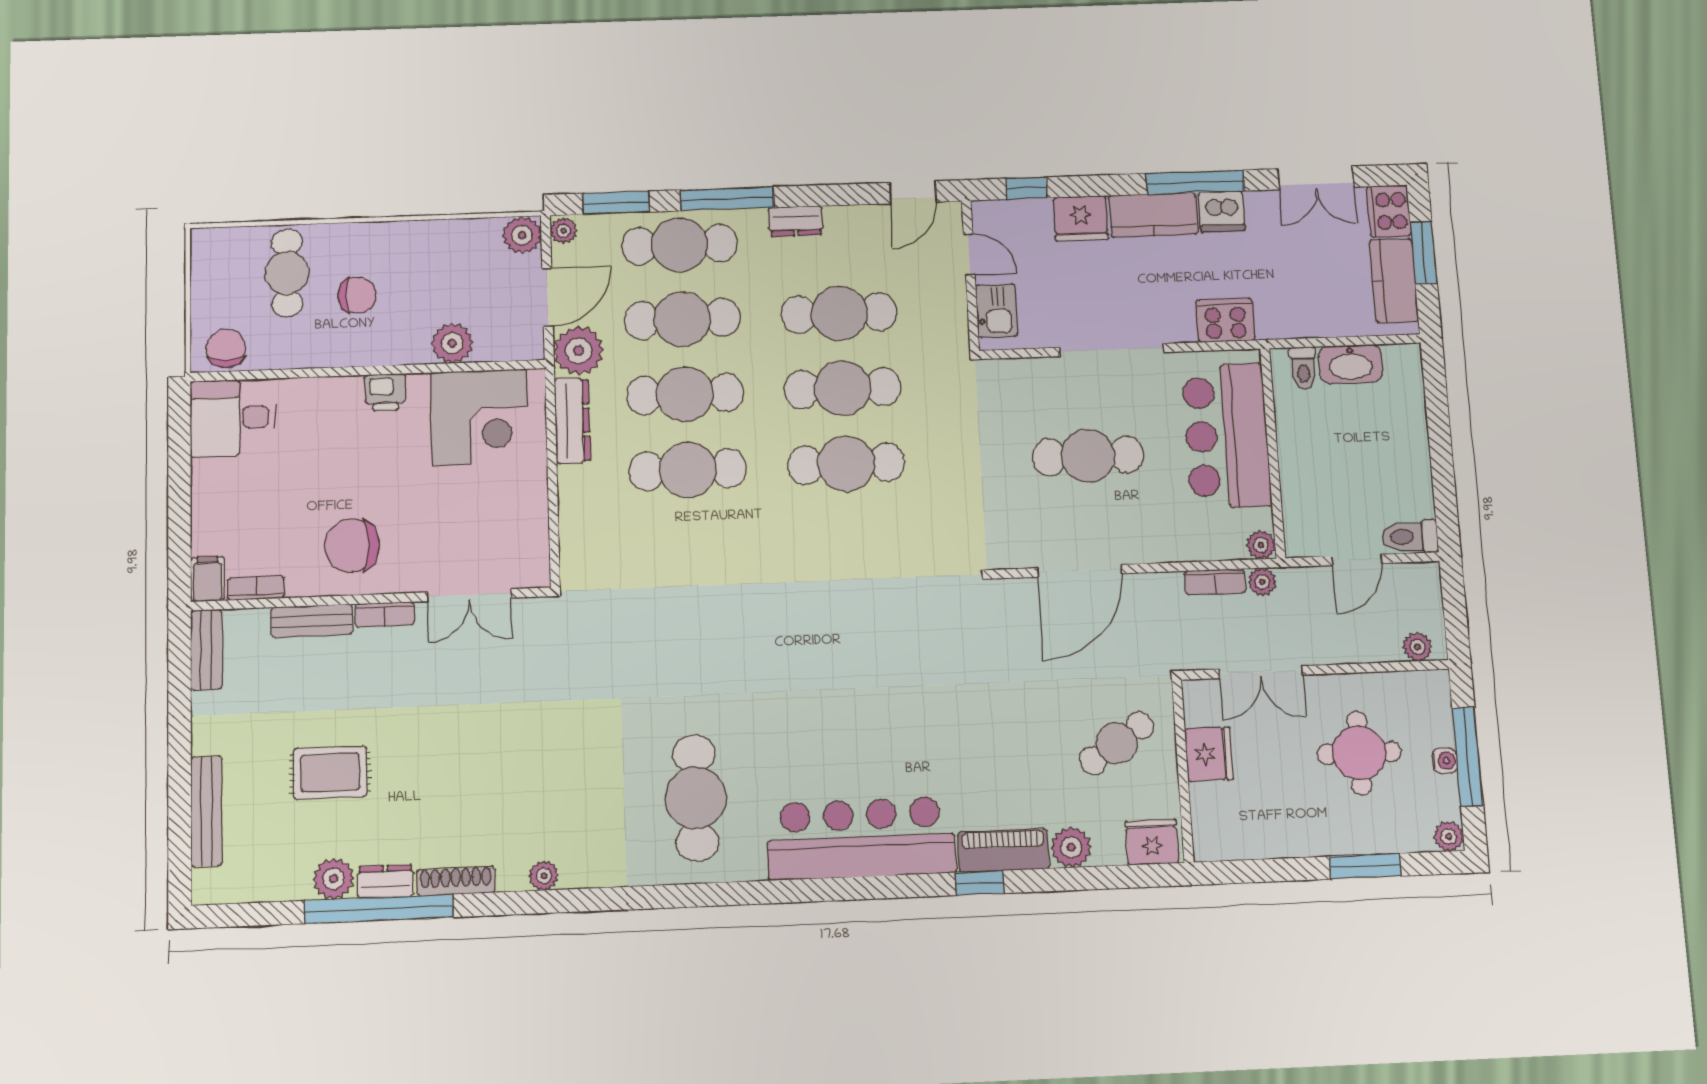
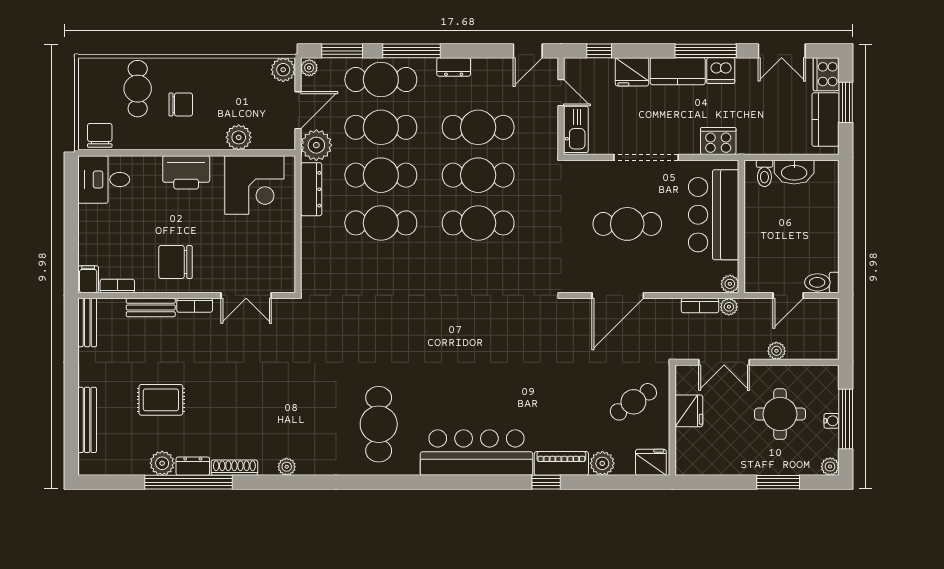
kitchen sink: (996, 311) -> (576, 129), width x1.38
printer: (385, 392) -> (186, 172), width x1.87, depth x1.48
plant: (1418, 647) -> (776, 351), moved

